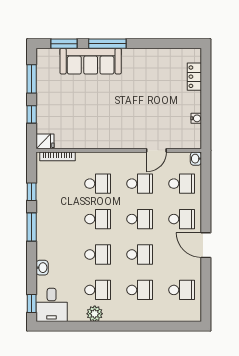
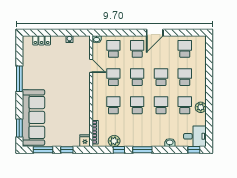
window: (107, 44) -> (19, 79), moved
sofa: (91, 61) -> (33, 117), width x1.36, depth x1.27
plant: (45, 185) -> (114, 141), added

